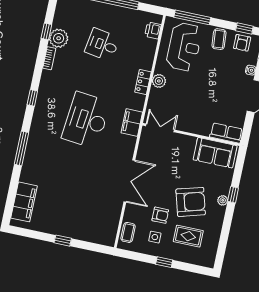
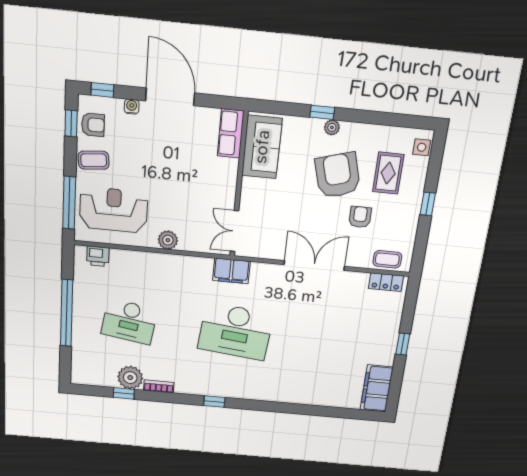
desk: (102, 45) -> (129, 322), width x1.37
locker: (143, 82) -> (386, 282), moved
window: (22, 148) -> (283, 408), removed
filing cabinet: (24, 202) -> (377, 388), moved, turned -90
side table: (155, 237) -> (422, 147), moved

